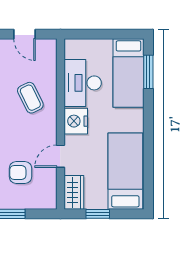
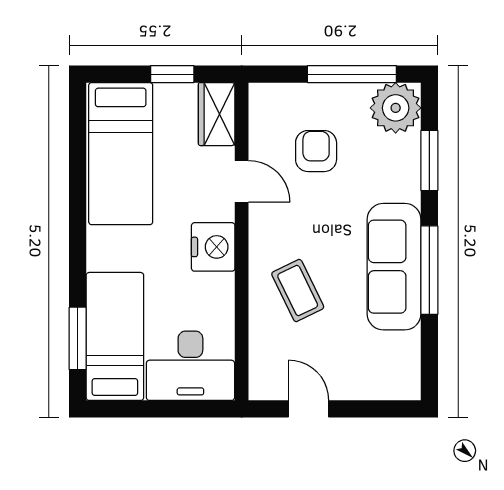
desk: (83, 83) -> (190, 366), moved, turned 90
door: (60, 156) -> (242, 181), hinge flipped
armchair: (20, 172) -> (316, 151), turned -90

